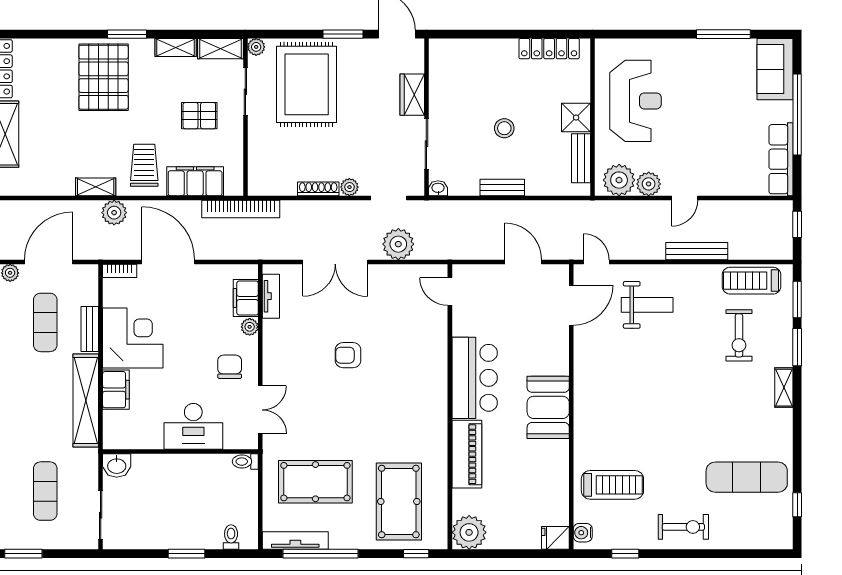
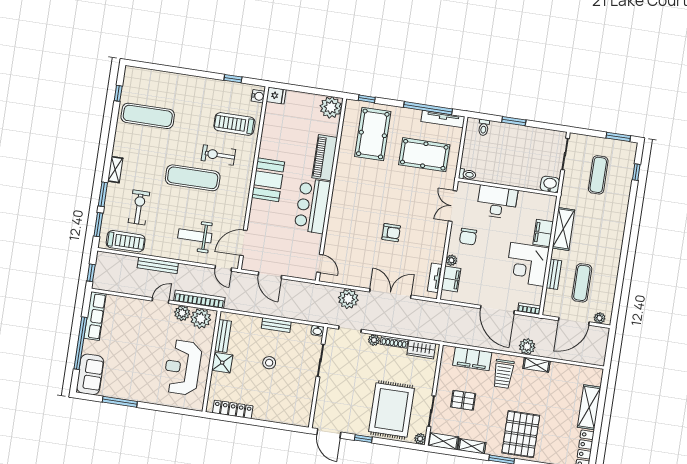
window: (343, 34) -> (363, 439), width x0.67
wardrobe: (412, 95) -> (421, 349), moved, turned 90
bookcase: (241, 209) -> (199, 299), moved
exercise mat: (664, 393) -> (193, 178), added
shelving: (86, 400) -> (563, 229), width x0.68
exercise bike: (683, 527) -> (218, 155), moved

